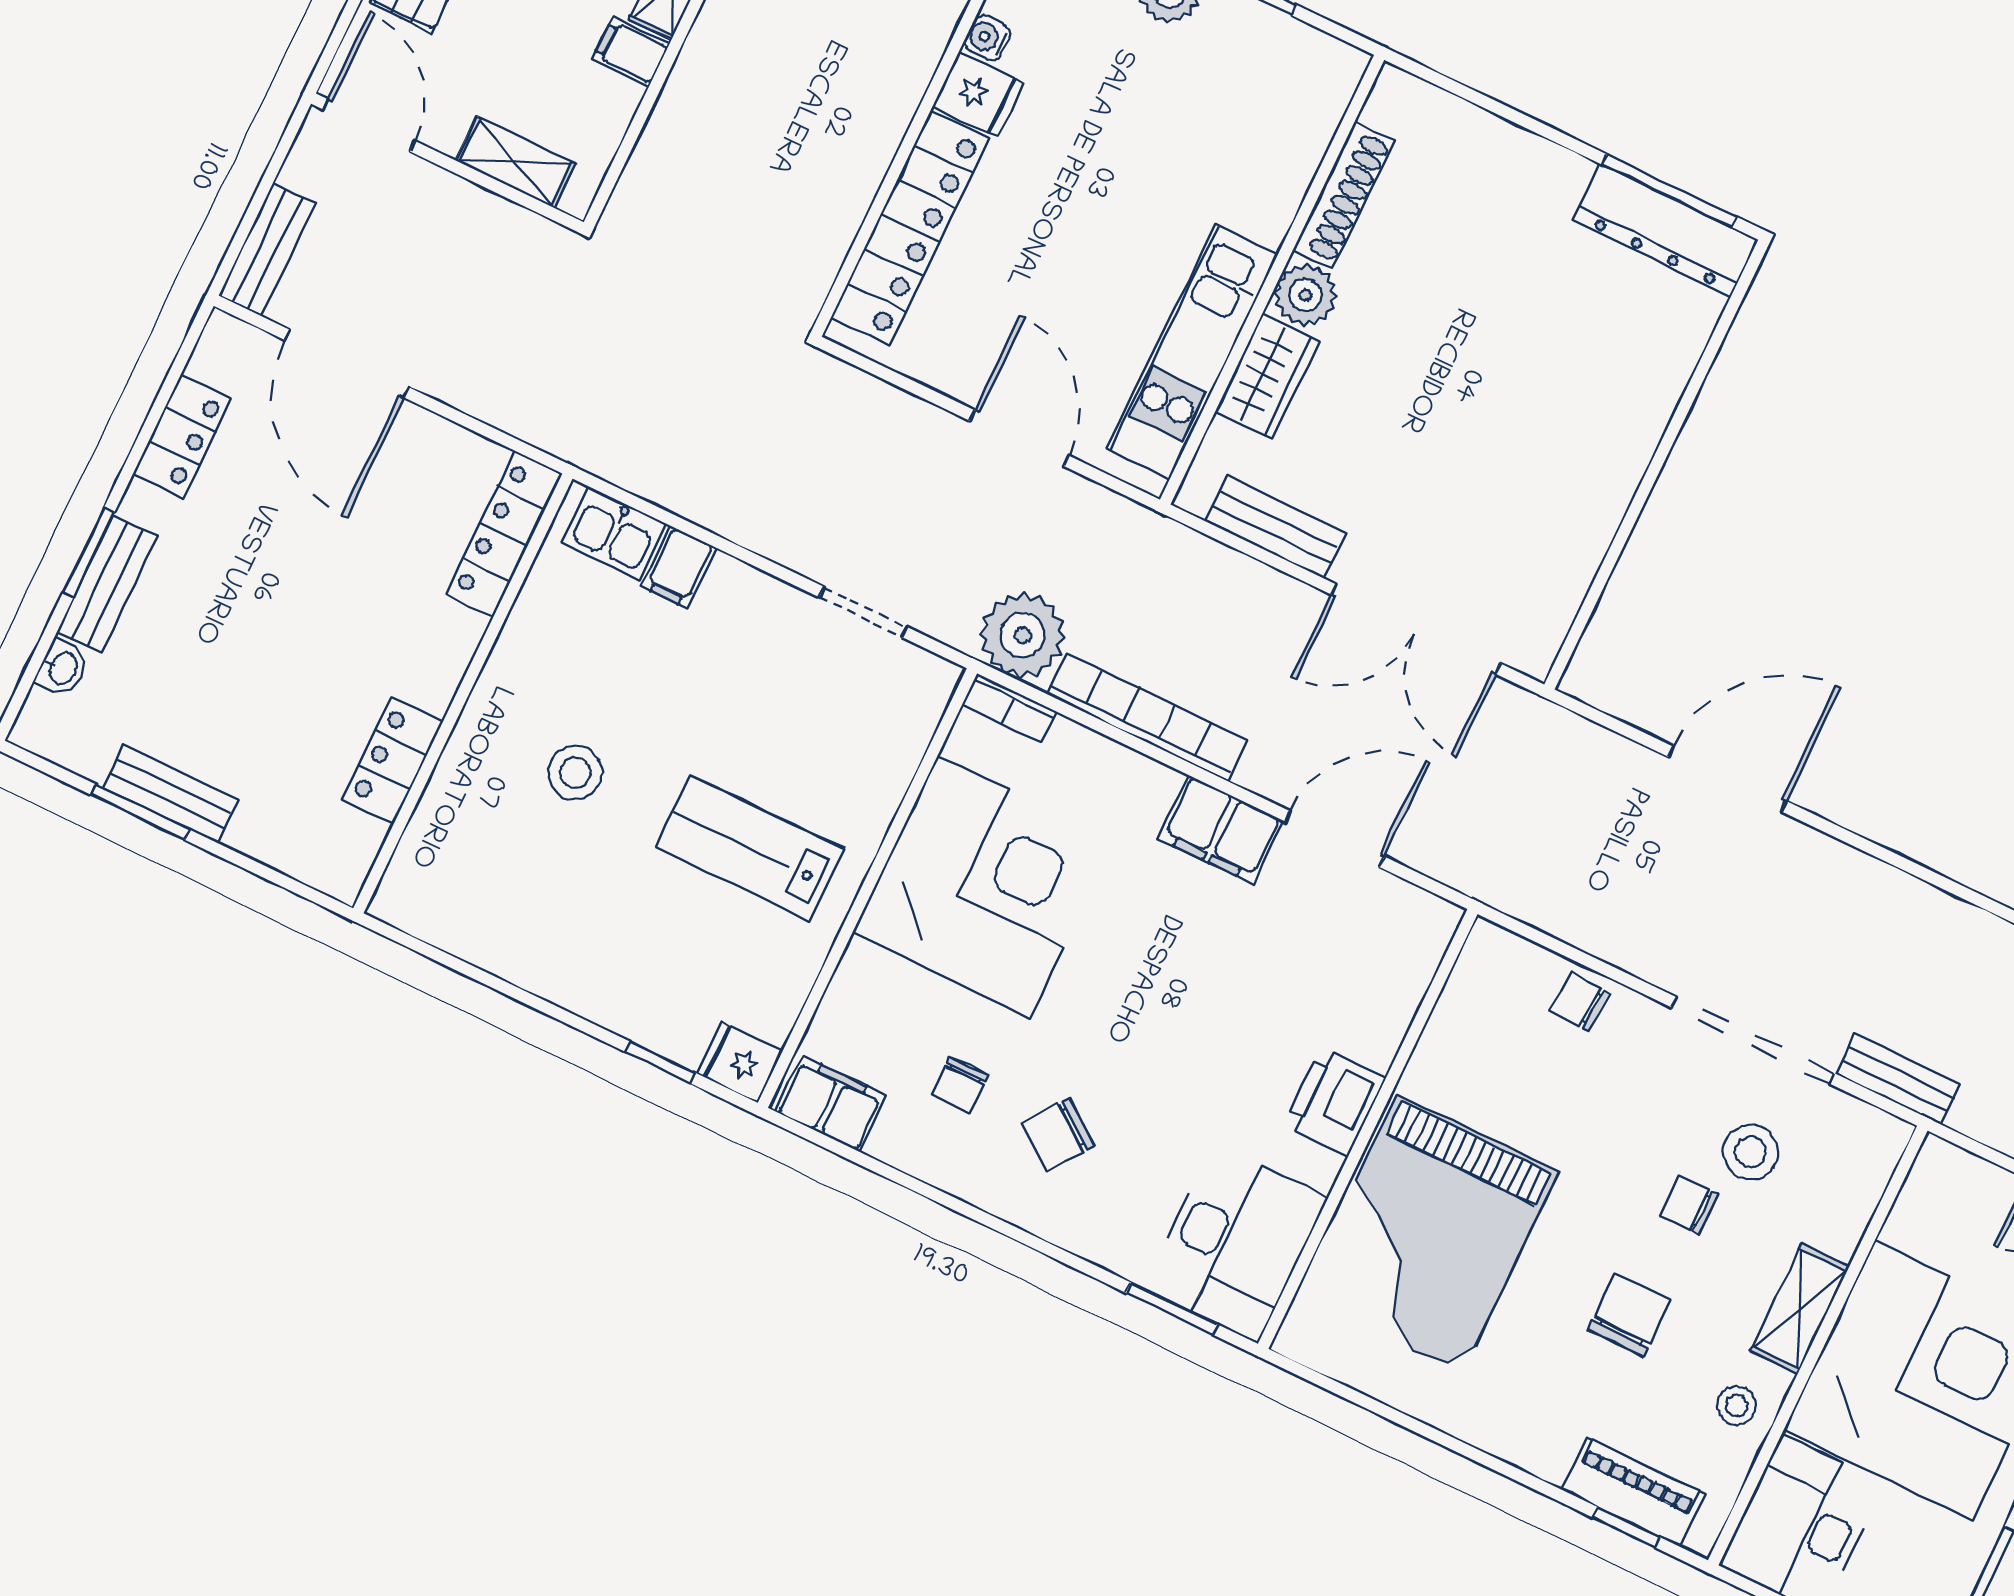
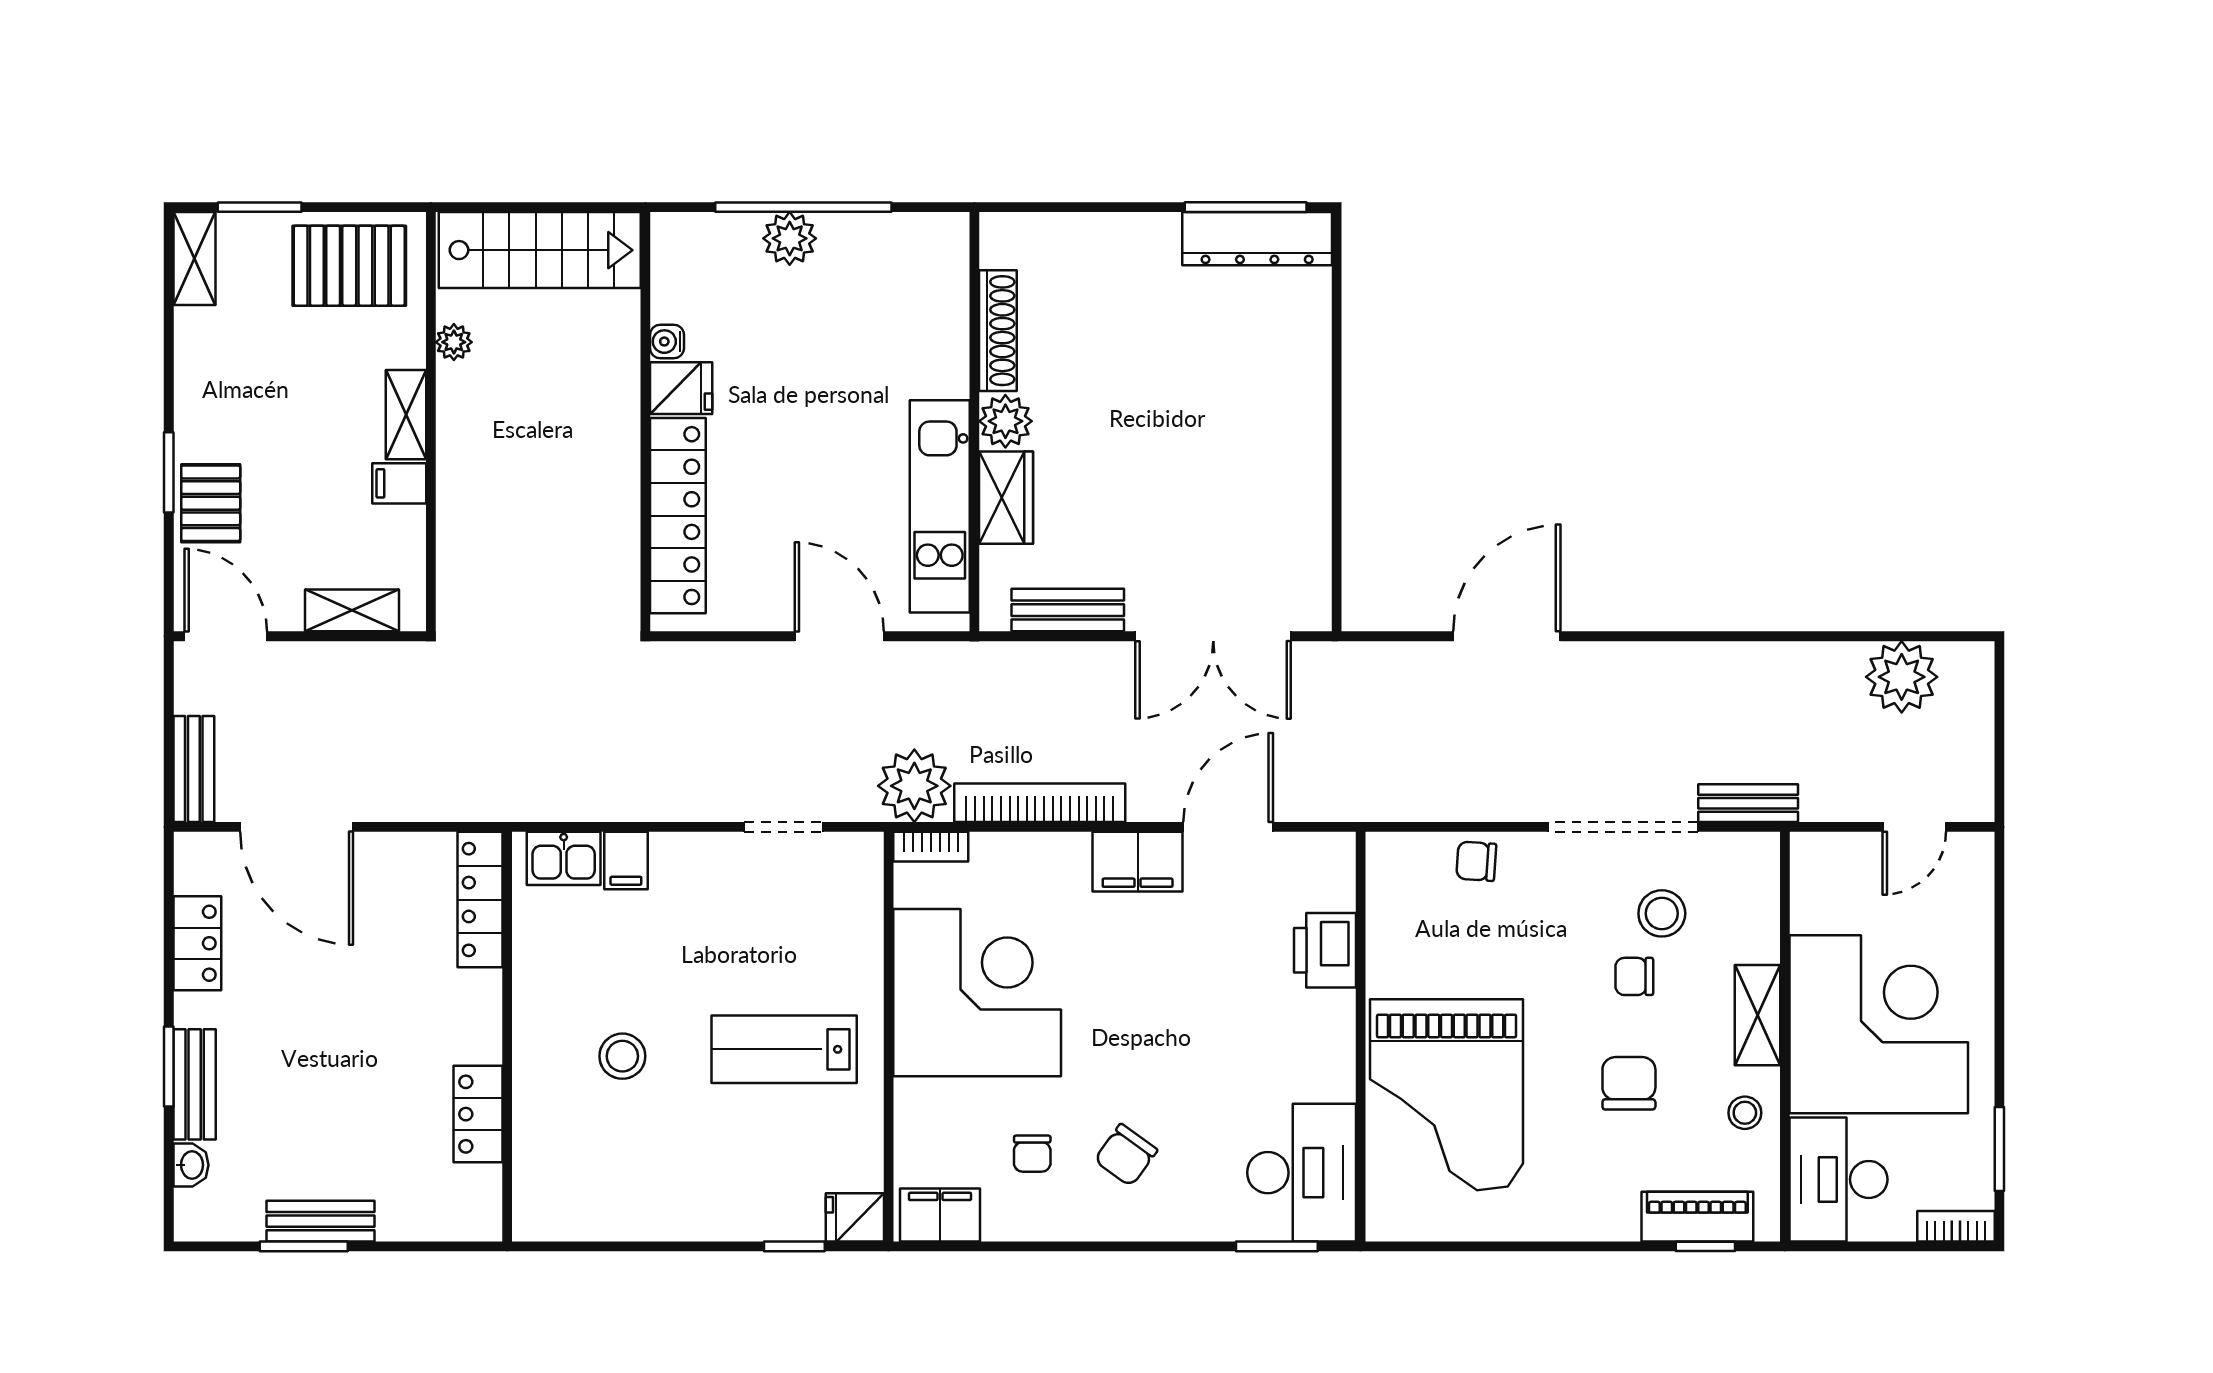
printer: (1334, 1102) -> (1325, 950), moved

